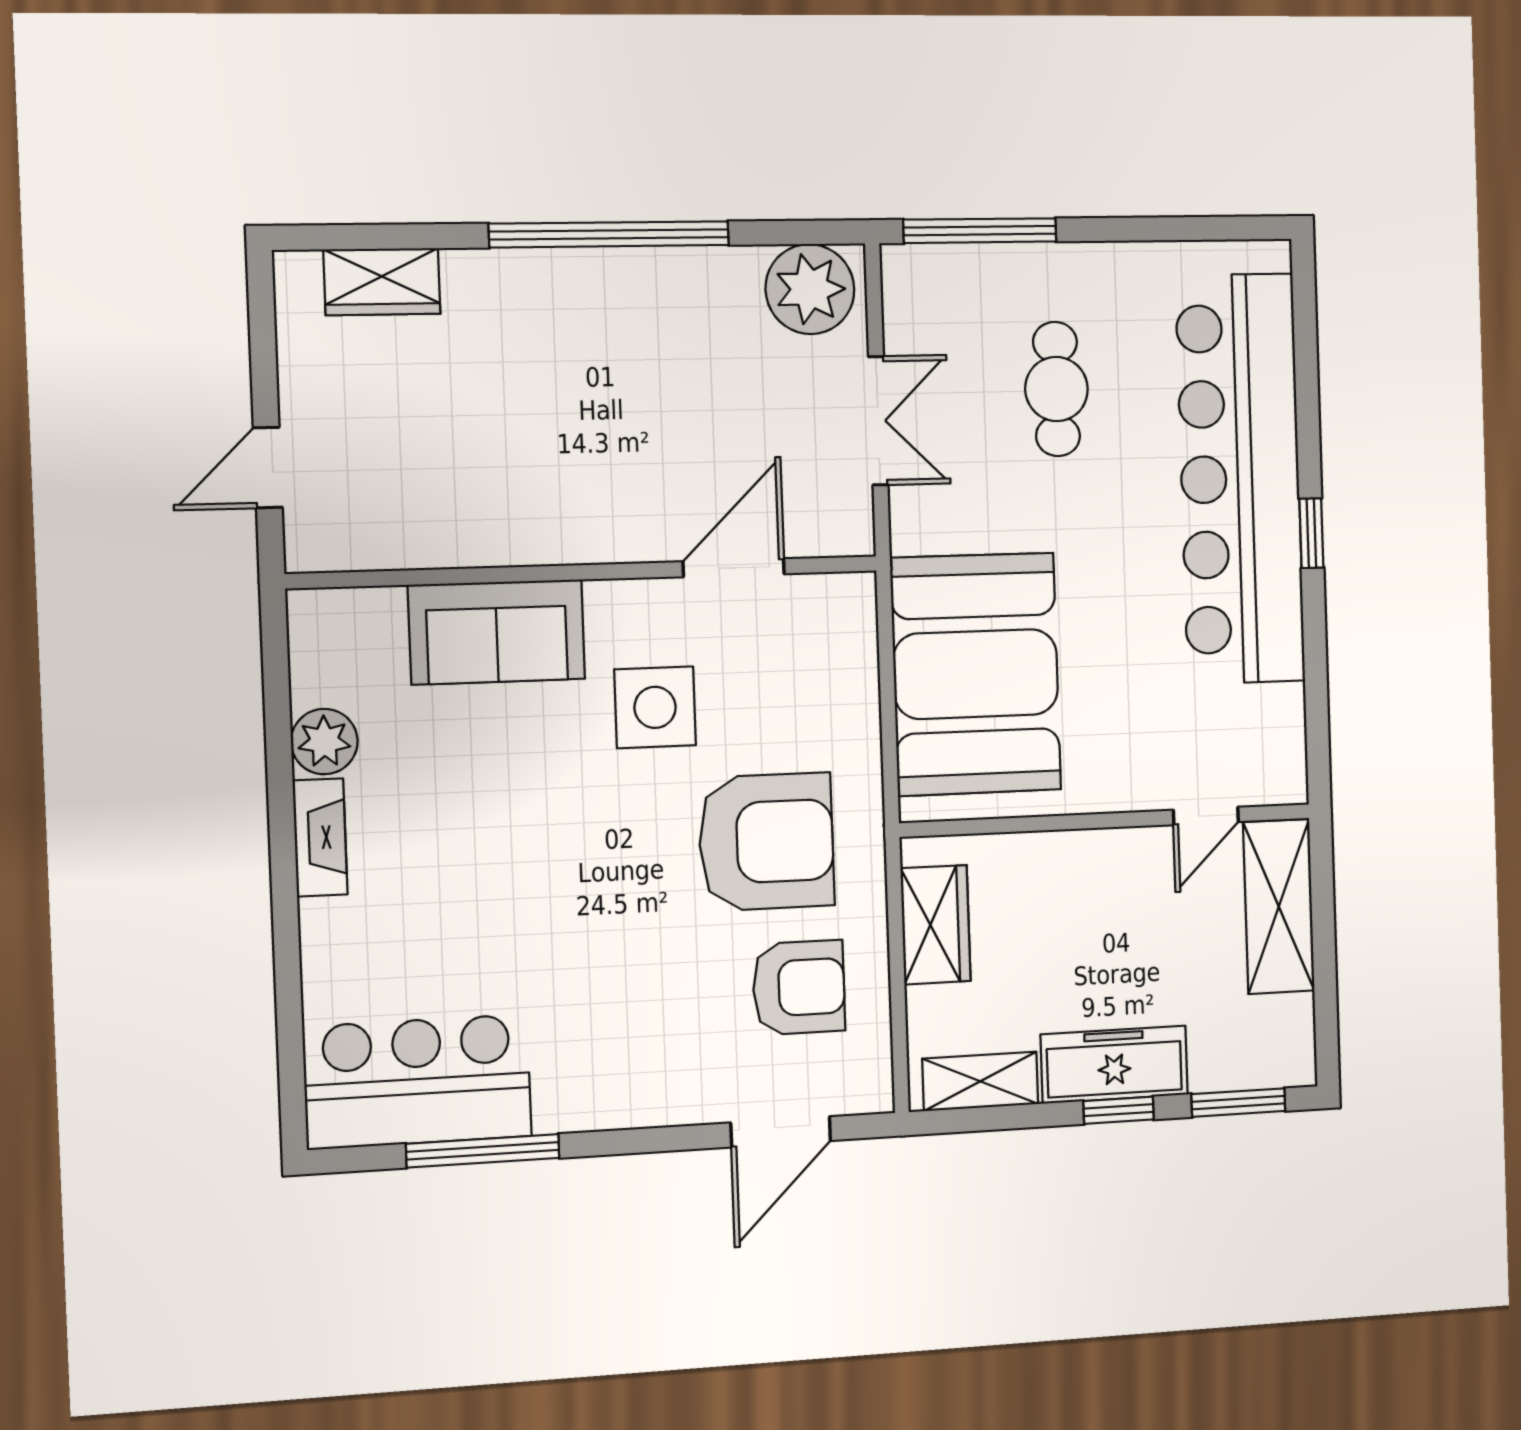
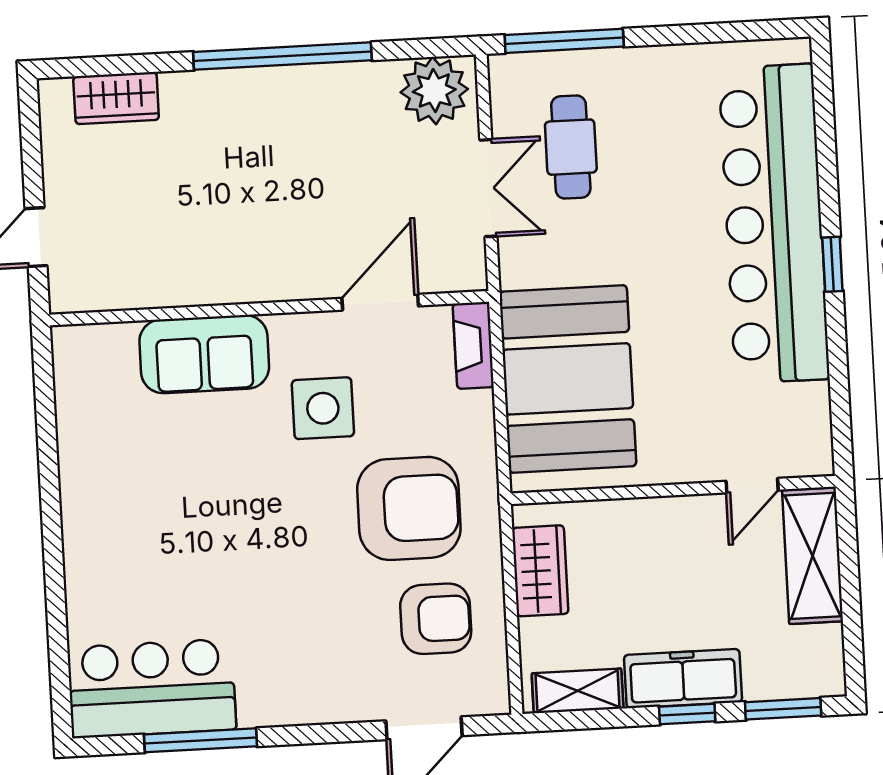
cafe table: (1056, 389) -> (571, 147), moved
plant: (324, 742) -> (80, 437), removed
fireplace: (320, 837) -> (473, 345), moved, turned 180

